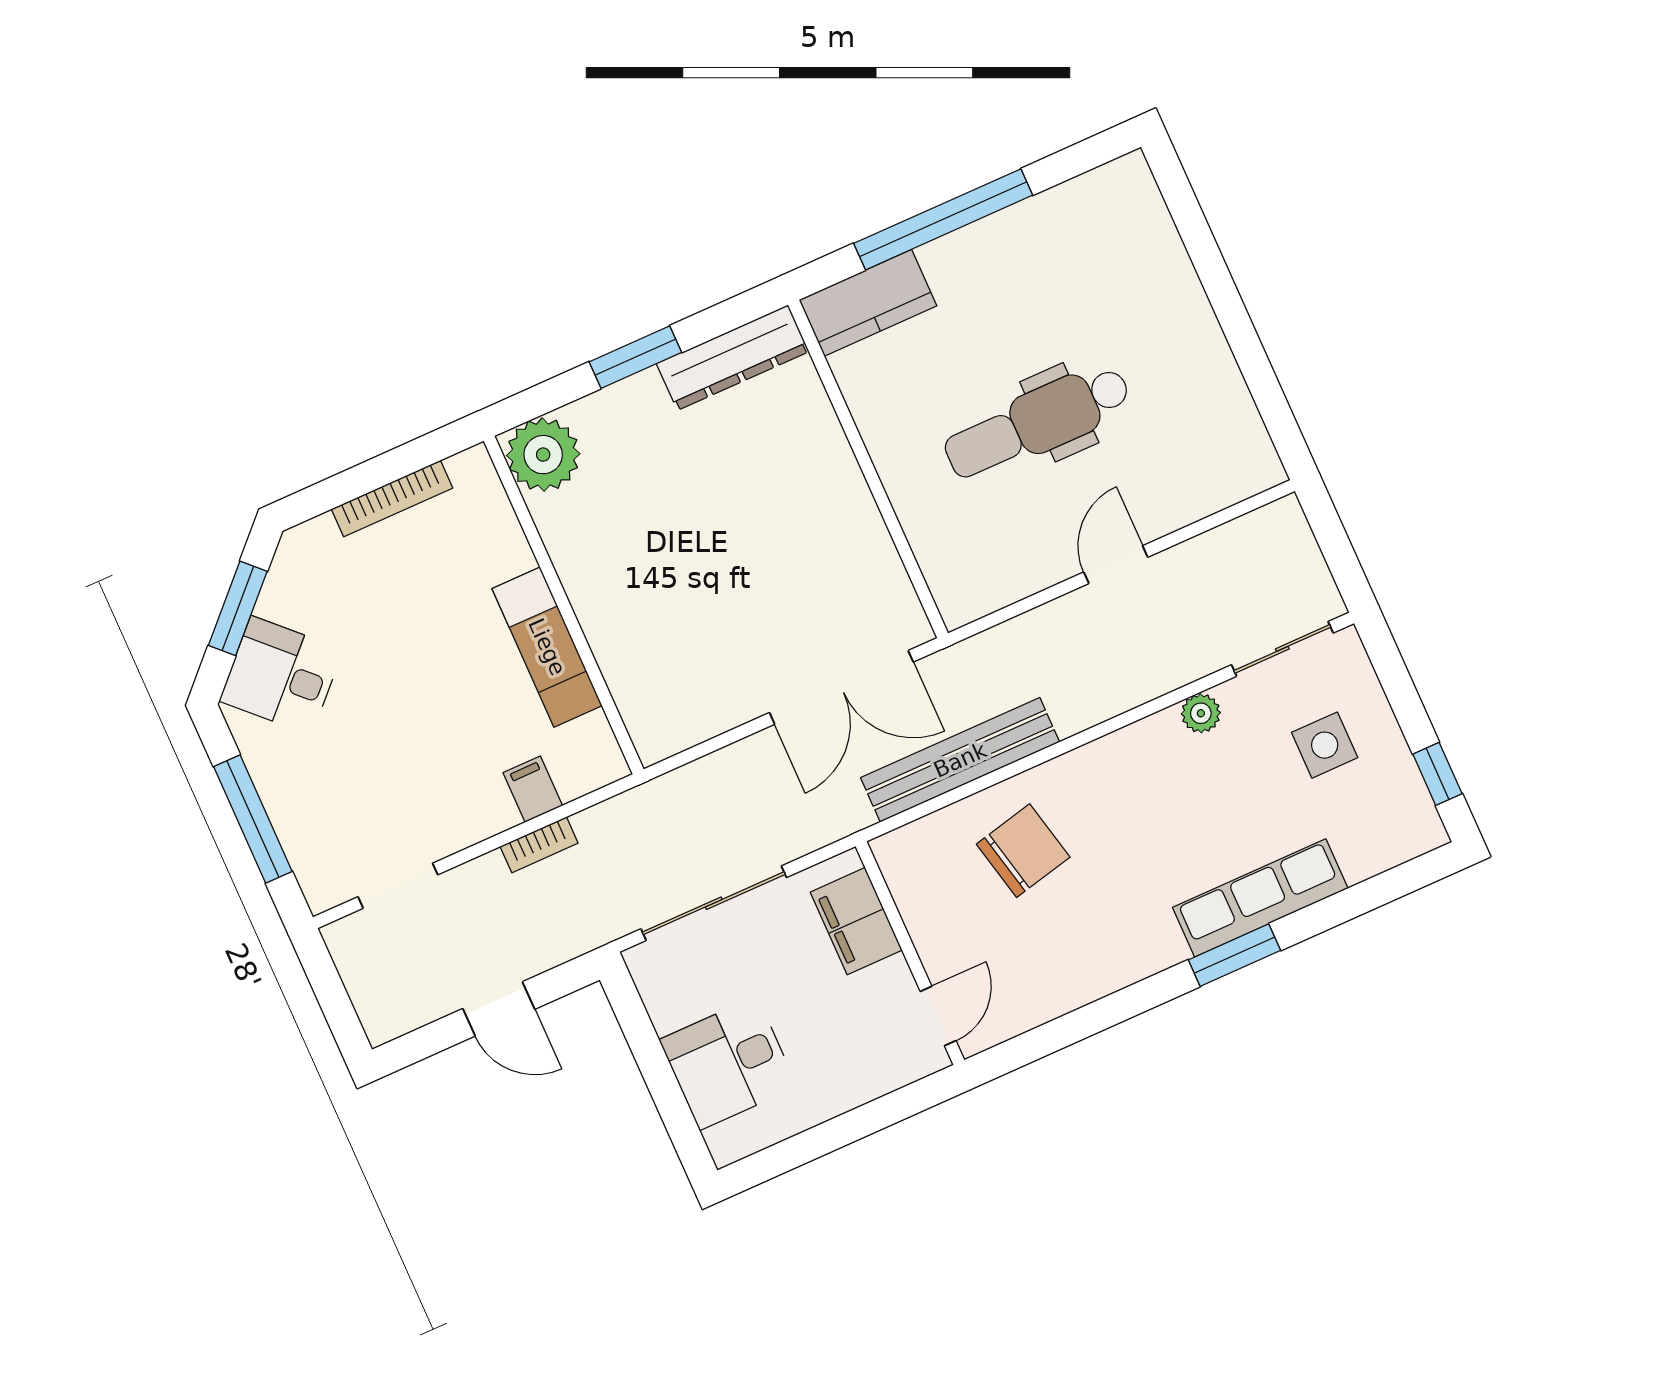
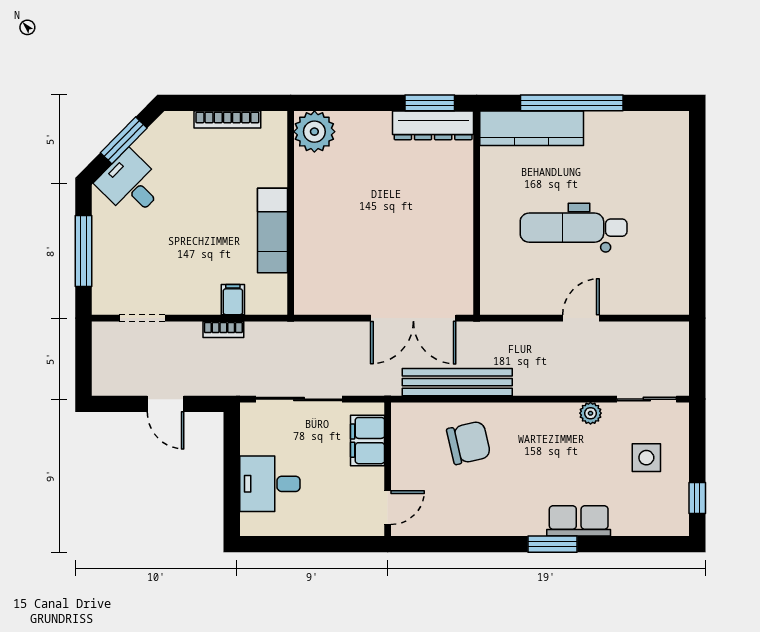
kitchen counter: (868, 303) -> (532, 128), width x1.50
window: (635, 357) -> (430, 103), moved
row of seats: (1260, 898) -> (579, 521), width x0.68

